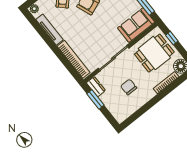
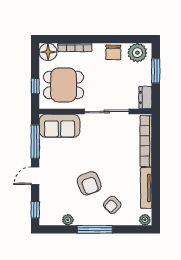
chair: (129, 87) -> (113, 52), moved
window: (95, 99) -> (156, 71), moved
plant: (124, 111) -> (137, 53), added

